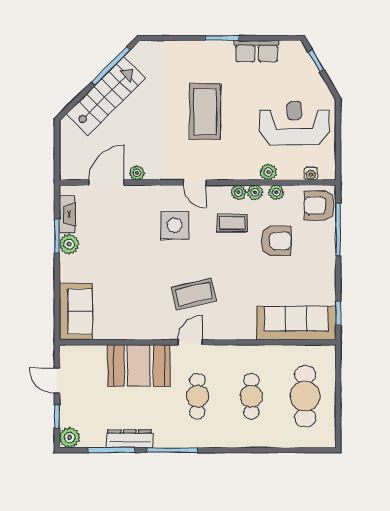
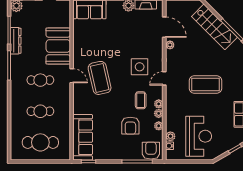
plant: (268, 172) -> (170, 136), moved
coffee table: (194, 294) -> (100, 78), width x1.36, depth x1.32

